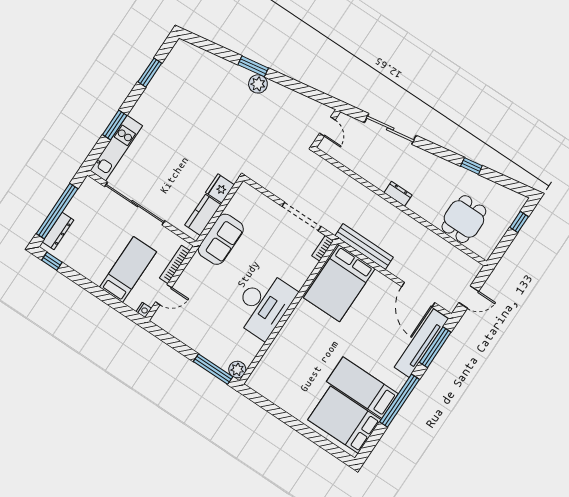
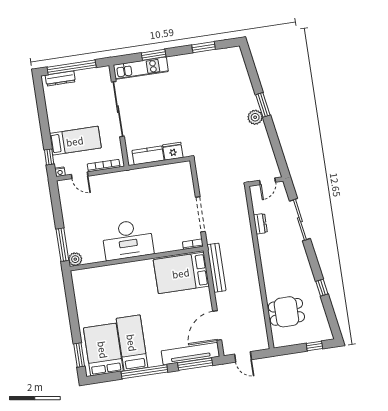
dresser: (398, 194) -> (260, 224), moved
sofa: (221, 239) -> (143, 179), removed
window: (52, 261) -> (49, 157), moved
window: (329, 447) -> (79, 355), added

